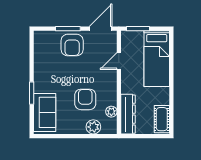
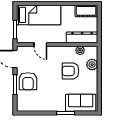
armchair: (72, 45) -> (28, 81), turned 90

